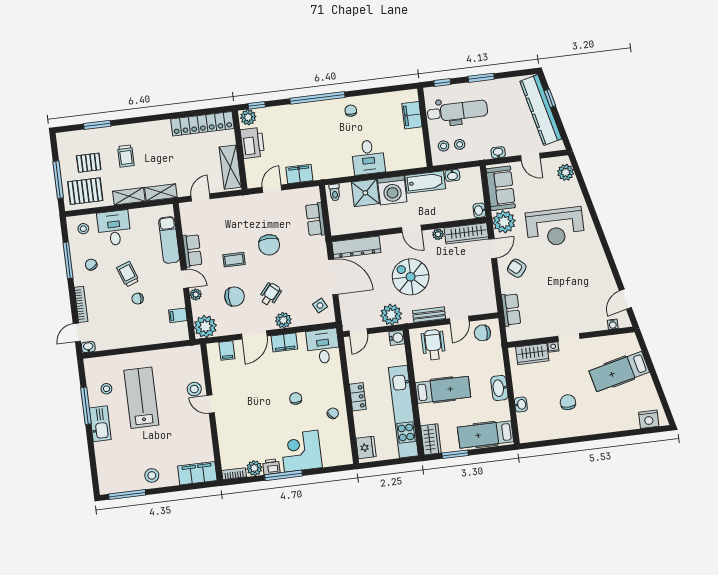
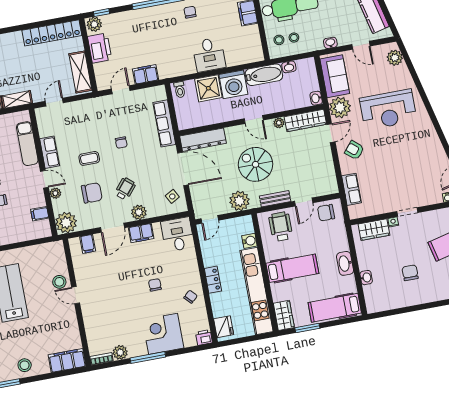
row of seats: (315, 219) -> (164, 123), width x1.48
chair: (269, 245) -> (121, 143), width x0.54, depth x0.54
water cooler: (397, 338) -> (249, 241), moved
printer: (271, 467) -> (204, 337), moved

